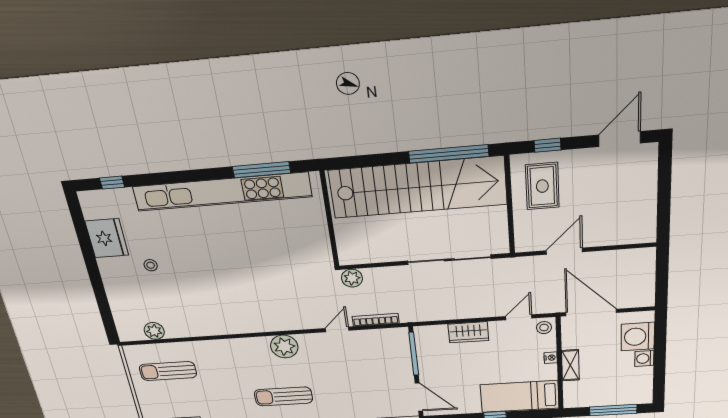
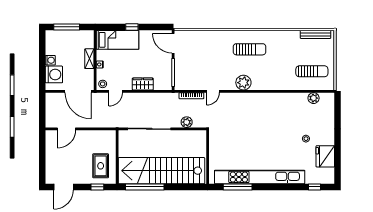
door: (564, 251) -> (66, 129), moved
plant: (352, 278) -> (187, 122), moved

